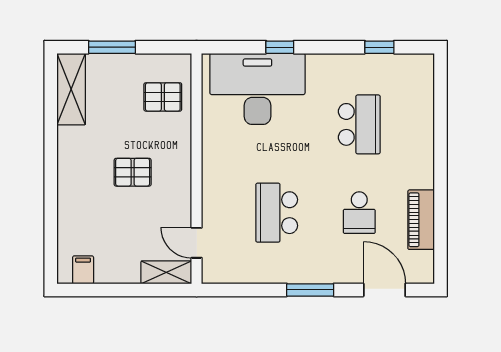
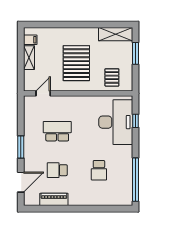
window: (280, 47) -> (135, 121), moved
window: (379, 47) -> (135, 180), width x3.17
school desk: (359, 124) -> (99, 170), width x0.54
pallet: (133, 172) -> (76, 63), width x2.05, depth x2.00
shelving: (166, 272) -> (29, 58), moved

